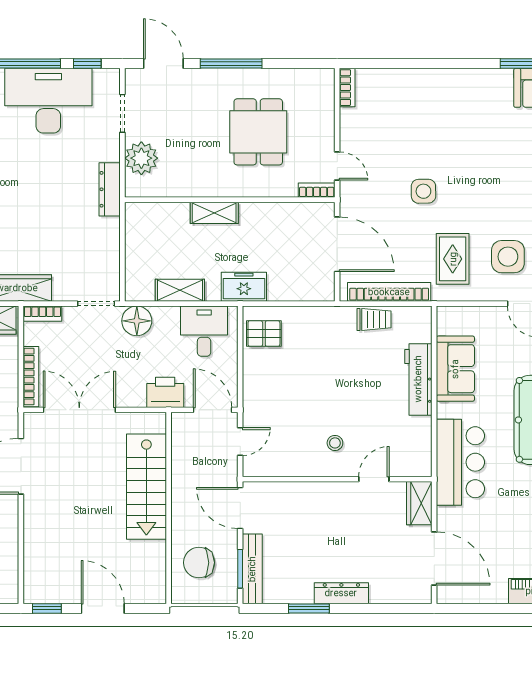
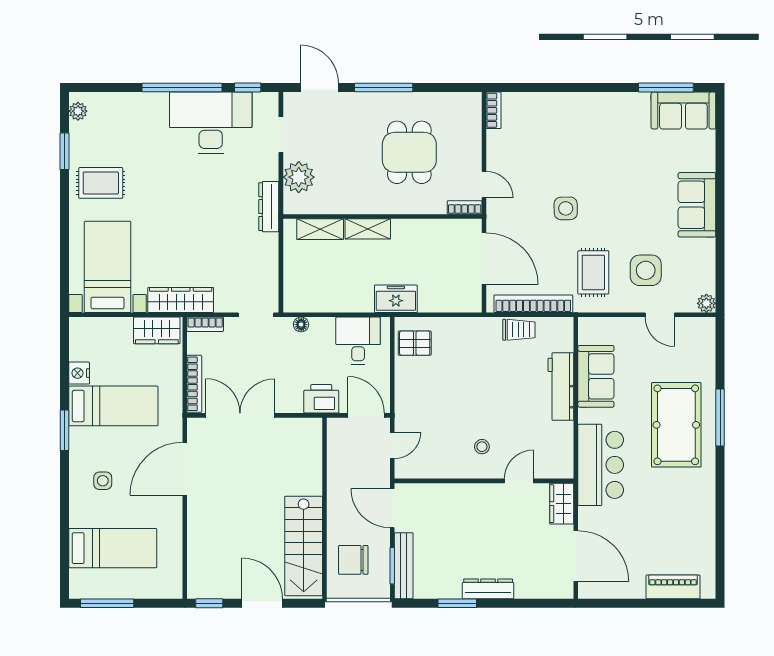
shelving: (180, 290) -> (320, 229), moved
floor lamp: (137, 321) -> (301, 324), width x0.53, depth x0.53
stairs: (146, 487) -> (304, 546), moved

